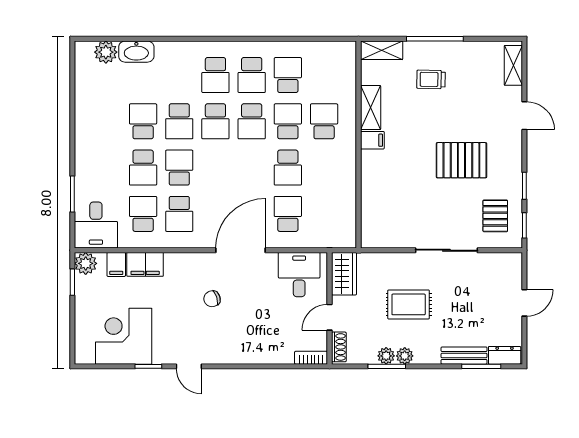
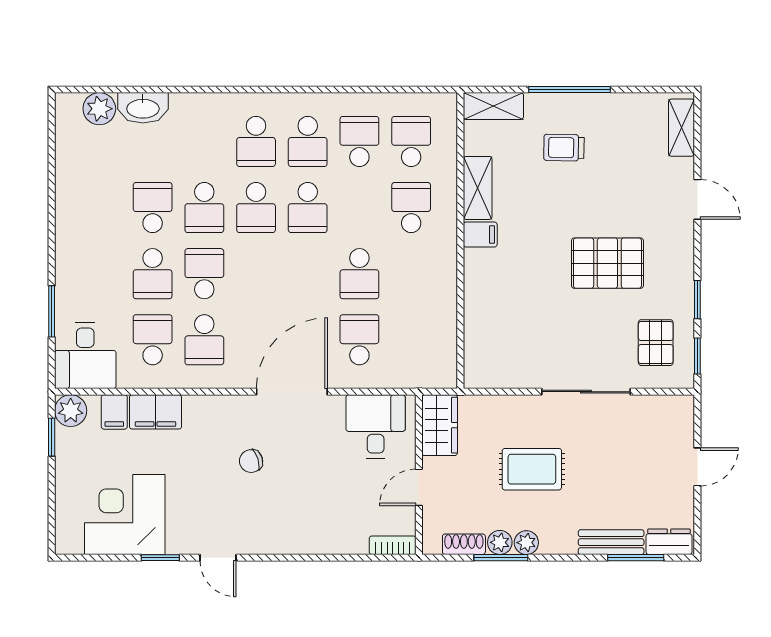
school desk: (288, 121) -> (411, 141), moved
shoe rack: (339, 347) -> (464, 544), moved, turned -90

